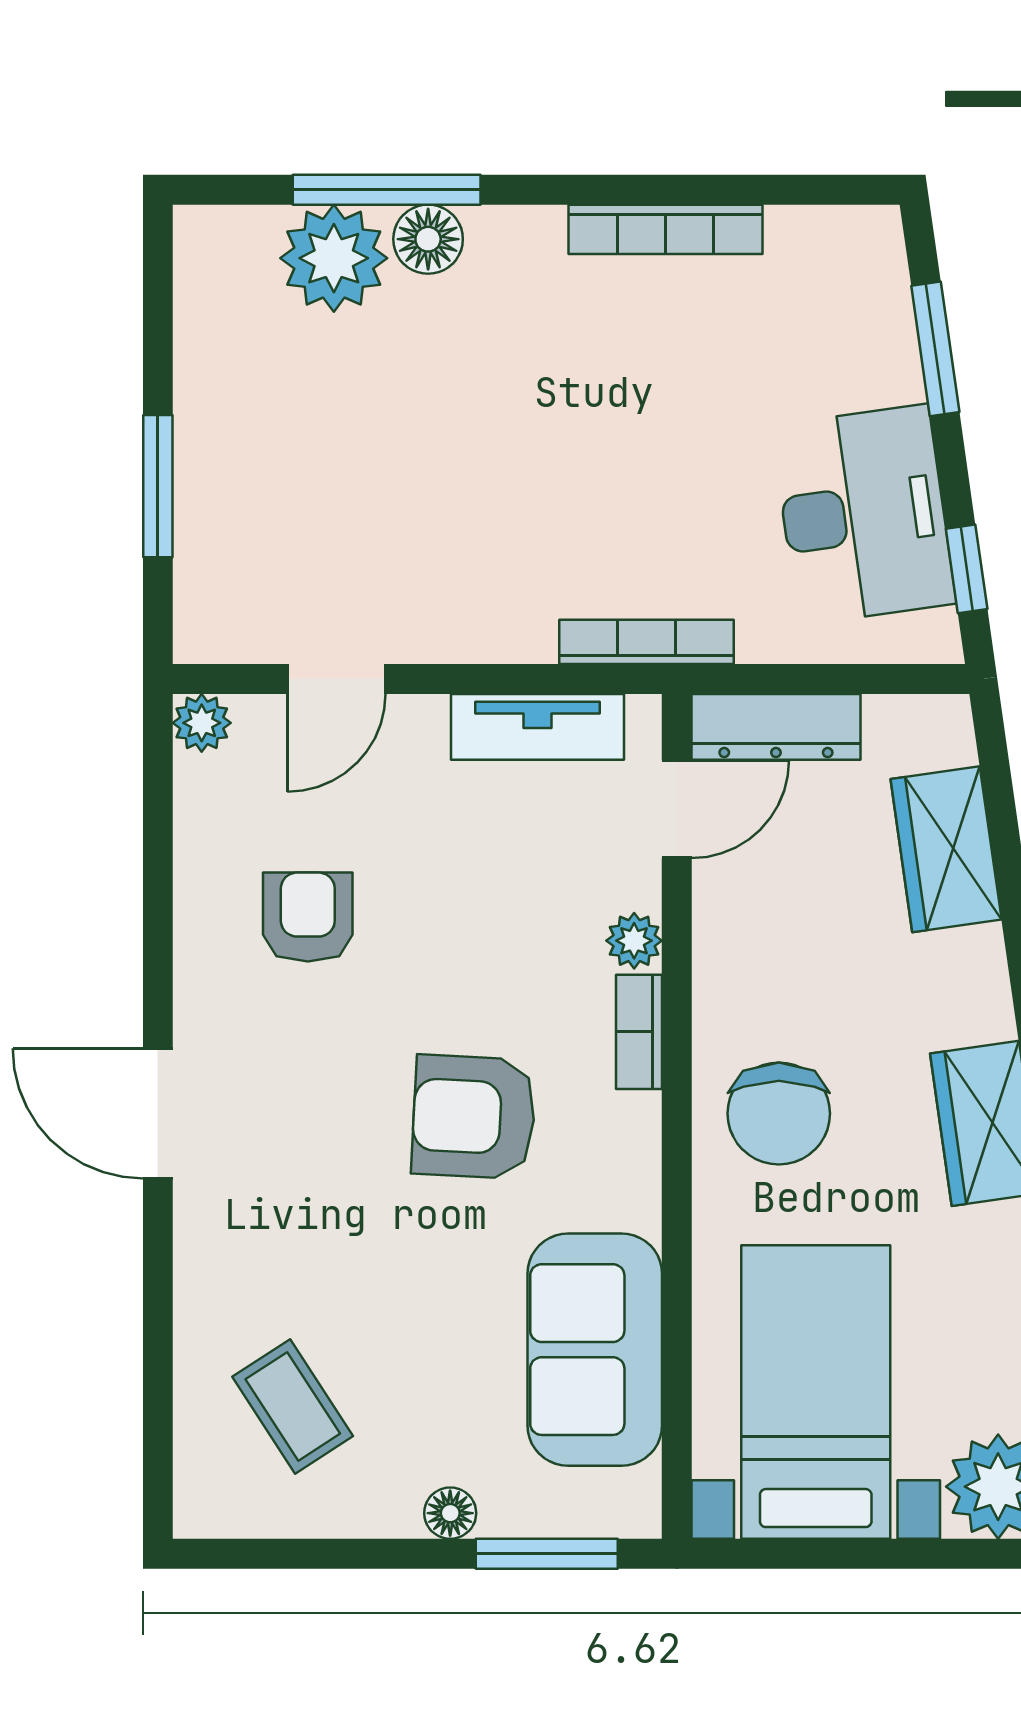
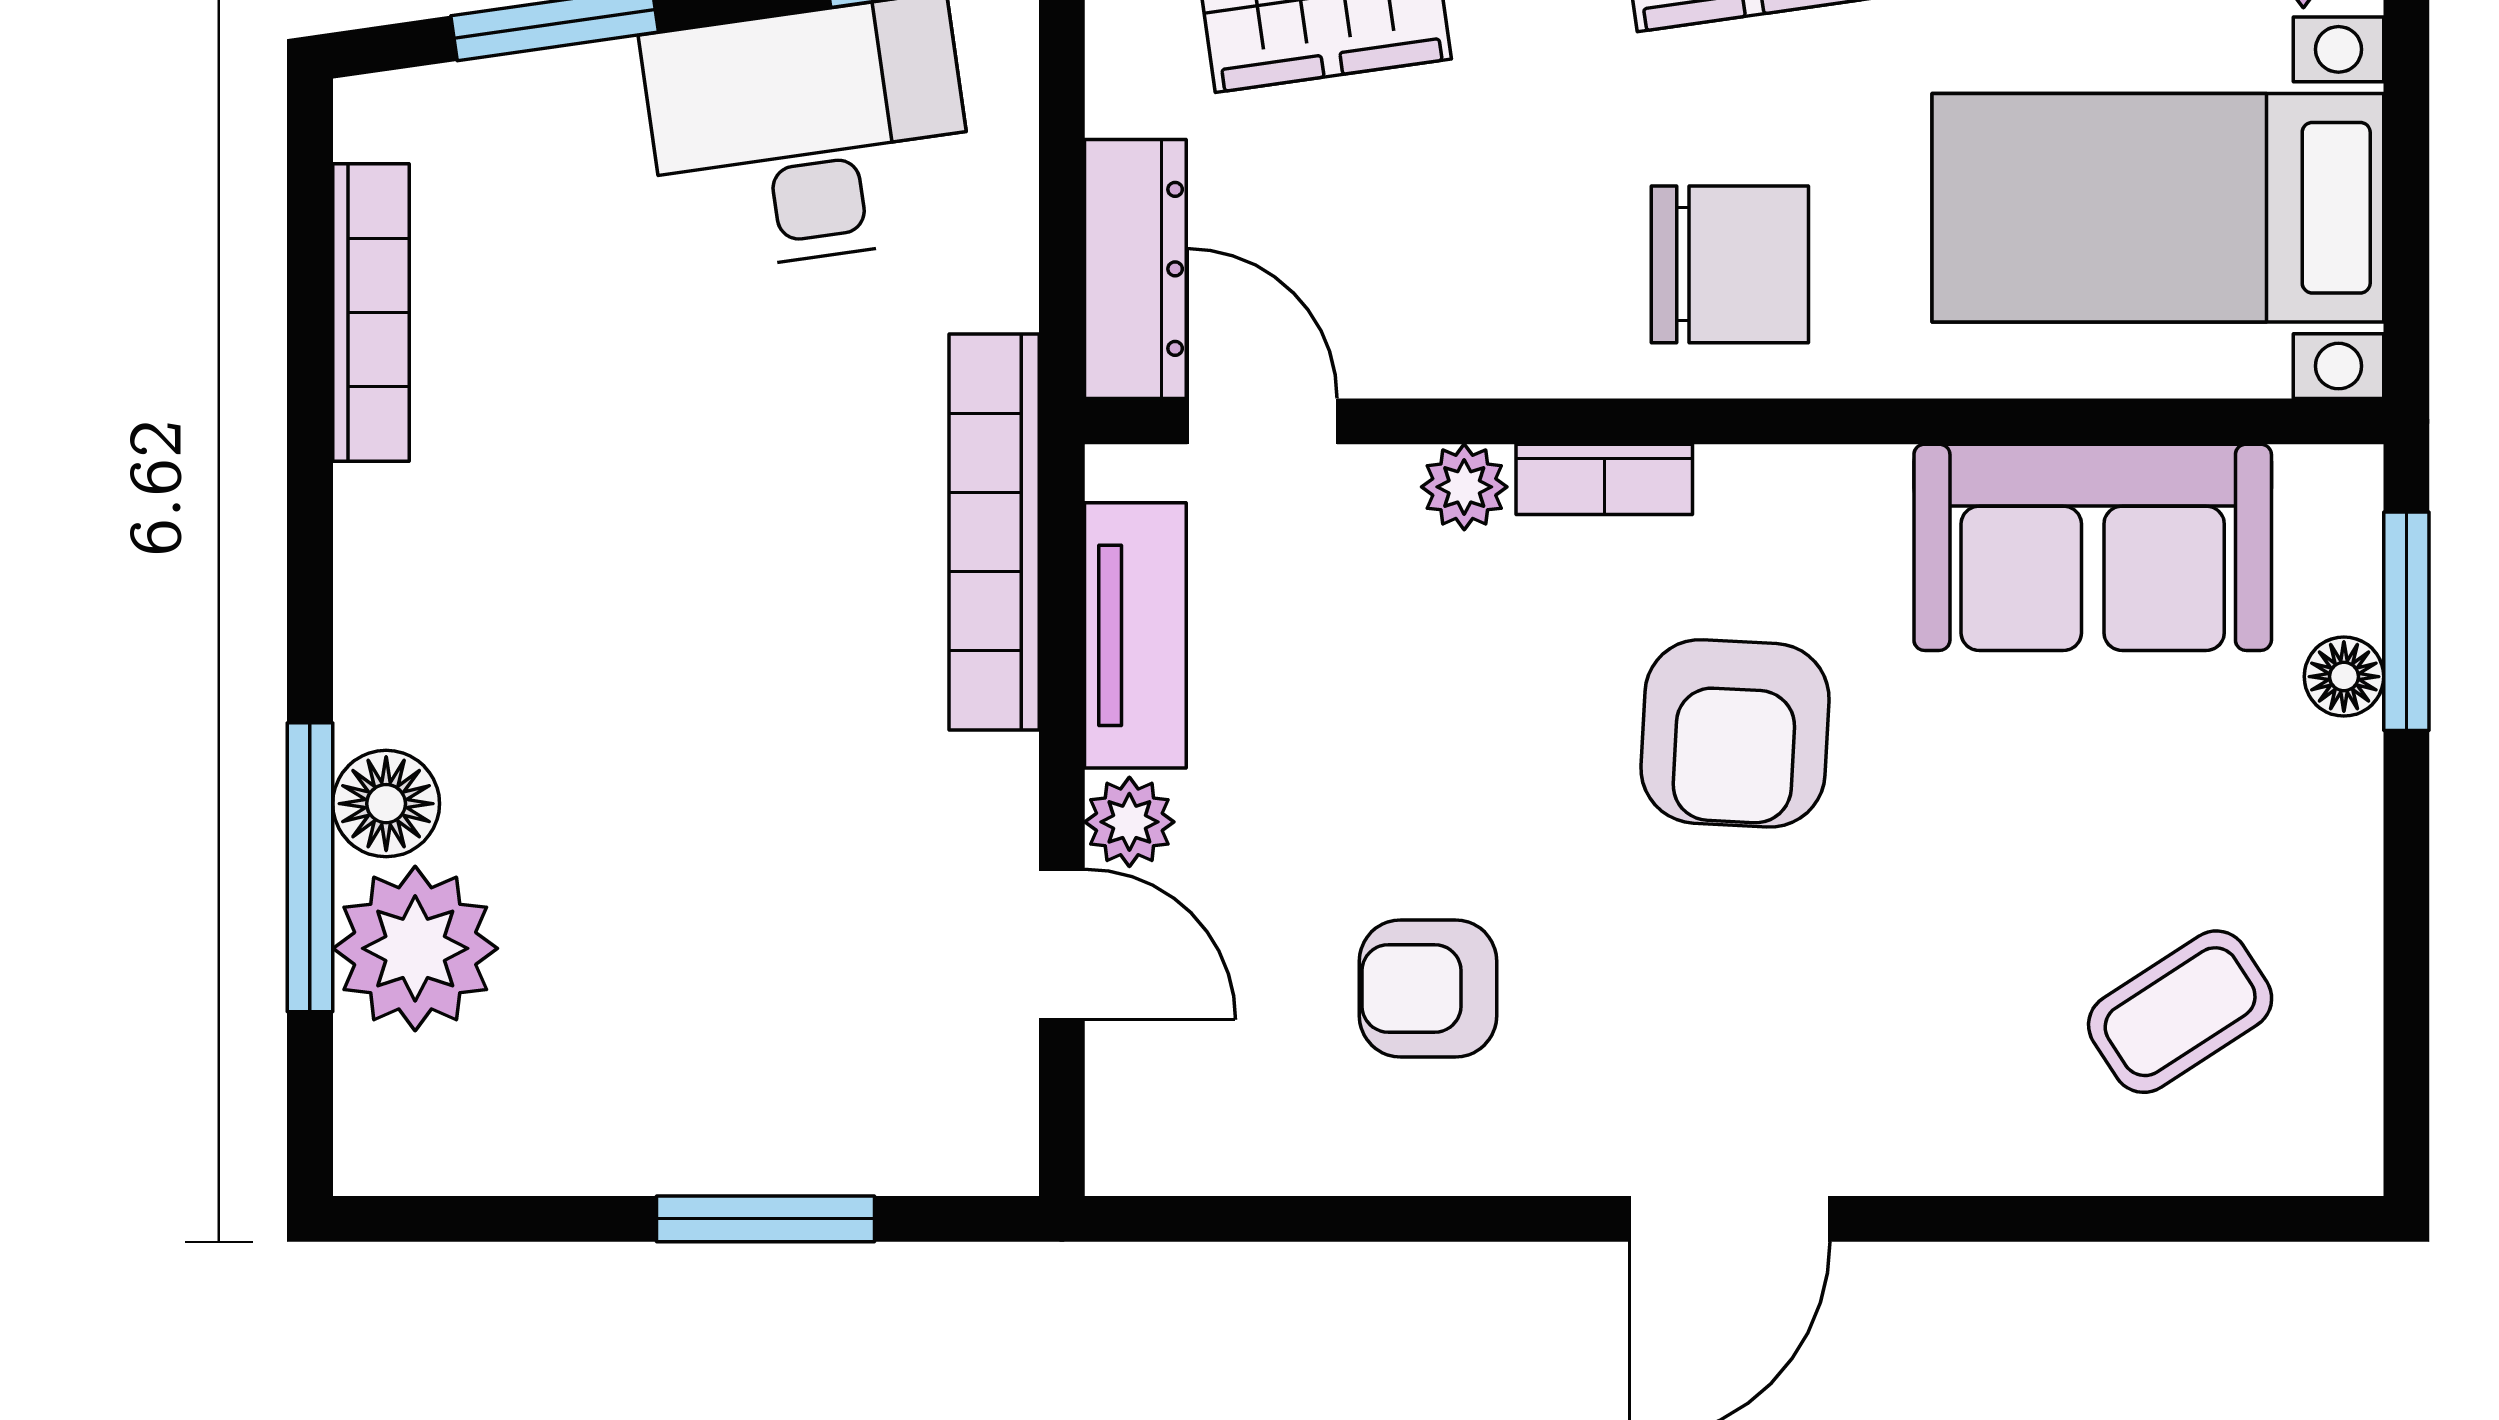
bookcase: (666, 229) -> (371, 313), moved
bookcase: (647, 642) -> (994, 532), width x1.48, depth x1.31
plant: (202, 723) -> (1129, 822), moved
floor lamp: (450, 1513) -> (2344, 677), moved

